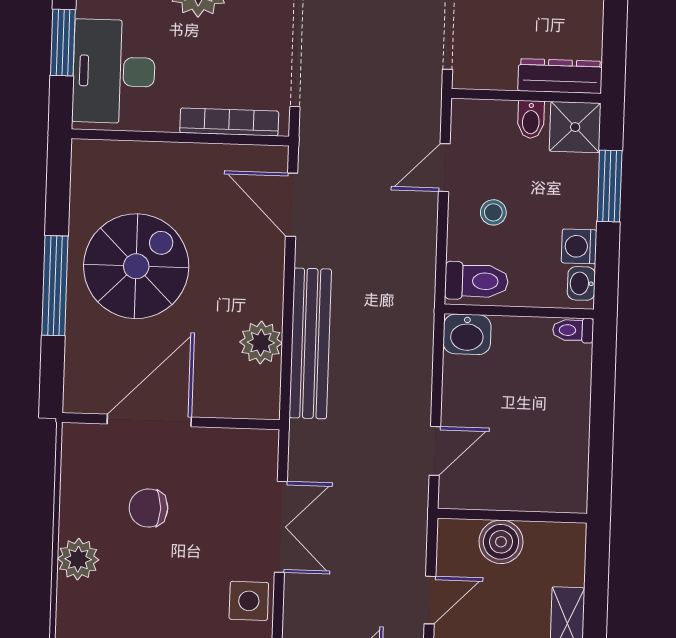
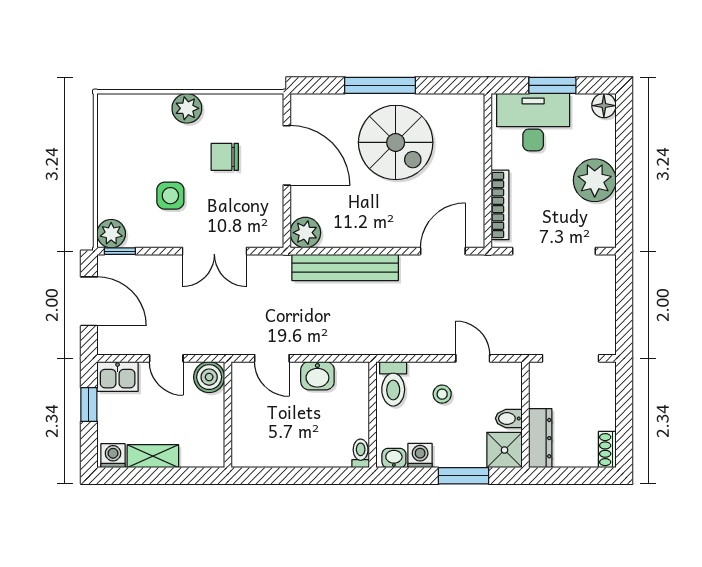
washbasin: (467, 334) -> (317, 376), moved, turned -90
plant: (261, 343) -> (305, 233), moved
chair: (148, 508) -> (225, 157), turned -90
boiler: (501, 542) -> (209, 377), moved
side table: (249, 601) -> (170, 196), moved

